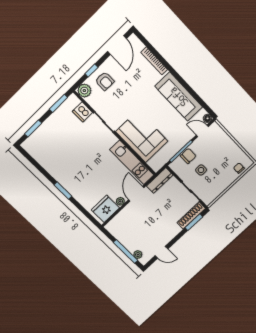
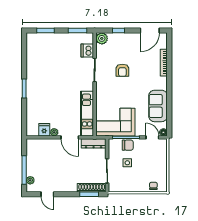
armchair: (105, 81) -> (122, 70), moved
sofa: (179, 97) -> (158, 106), width x0.73
corner sofa: (142, 136) -> (115, 122), moved, turned -90
door: (136, 194) -> (70, 137), swing flipped
fridge: (105, 209) -> (44, 130), width x0.53, depth x0.75

